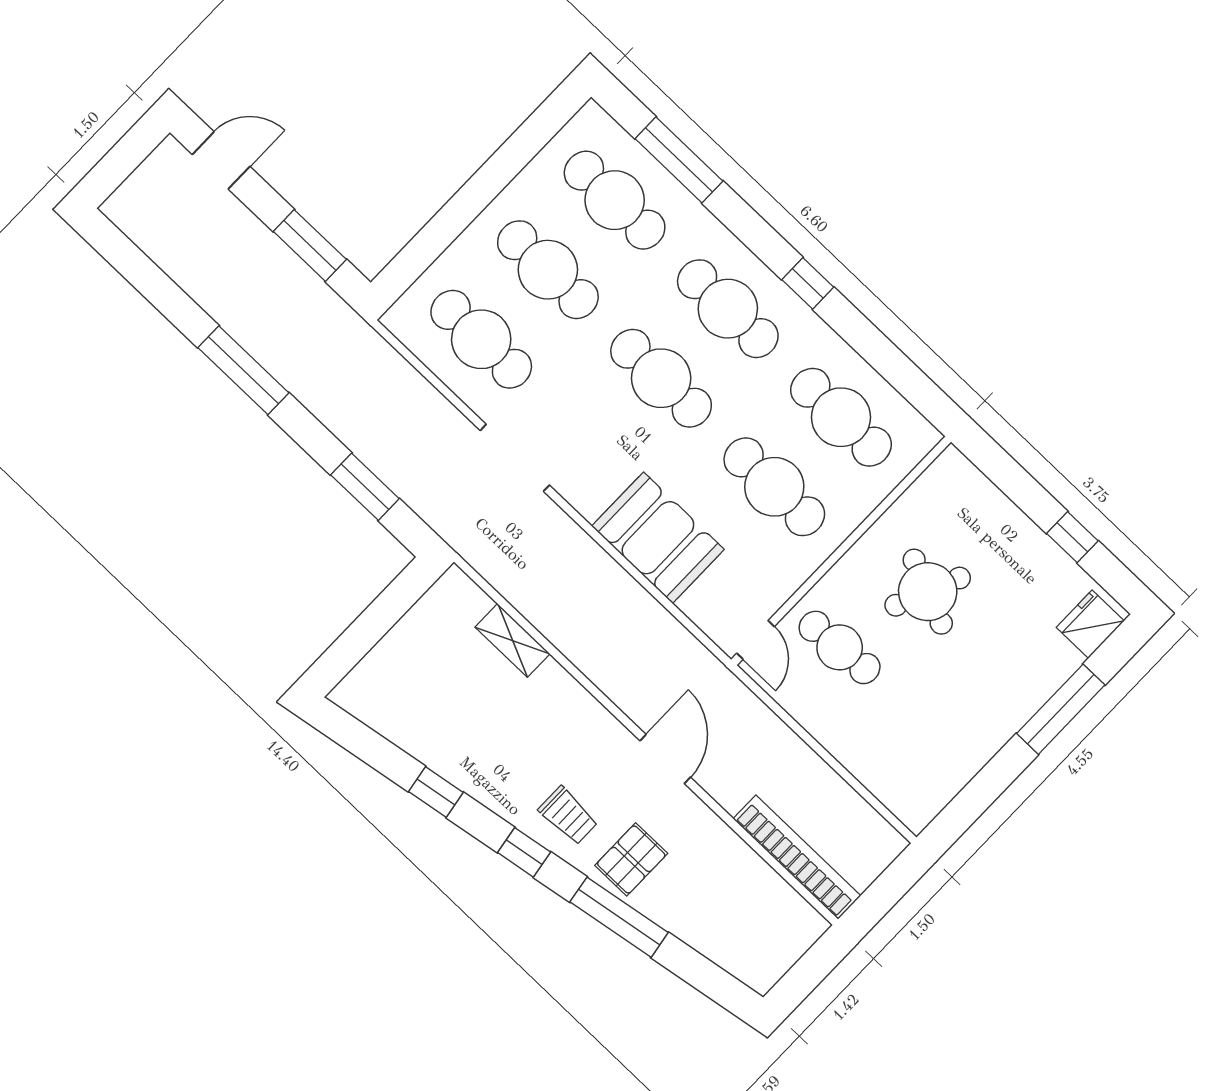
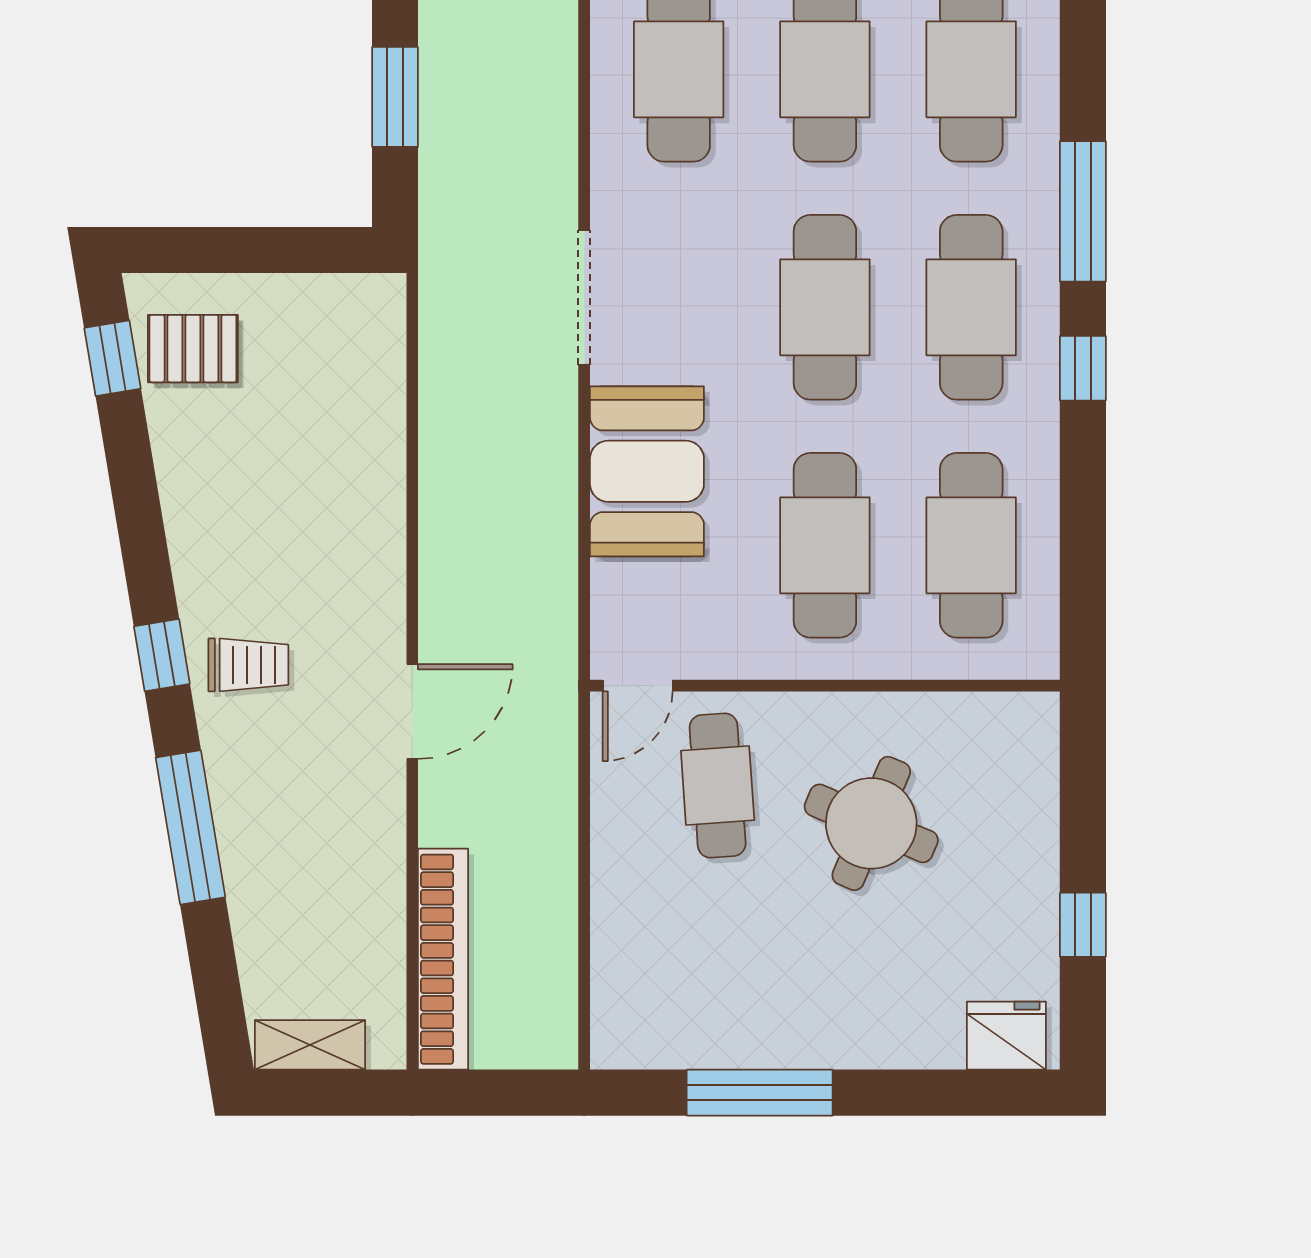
window: (679, 160) -> (1083, 211), moved
doorway: (515, 458) -> (584, 297), moved
shelving: (512, 640) -> (310, 1045), moved, turned 90
window: (1061, 709) -> (760, 1093), moved
window: (436, 792) -> (112, 358), moved
trolley: (568, 816) -> (248, 665), turned -90
pallet: (631, 859) -> (193, 349), moved

